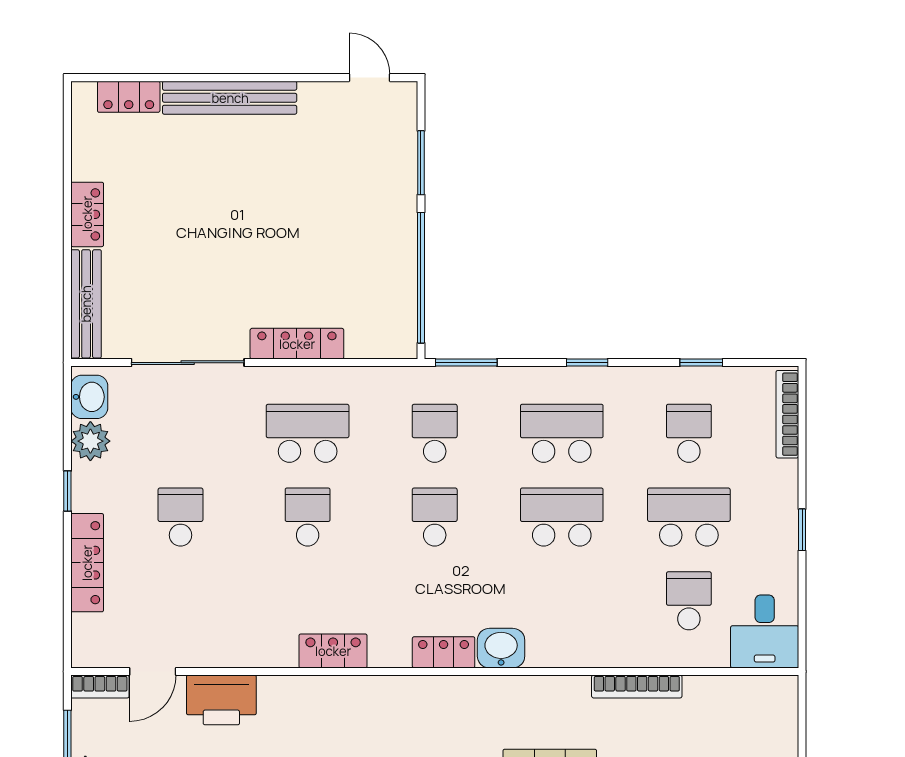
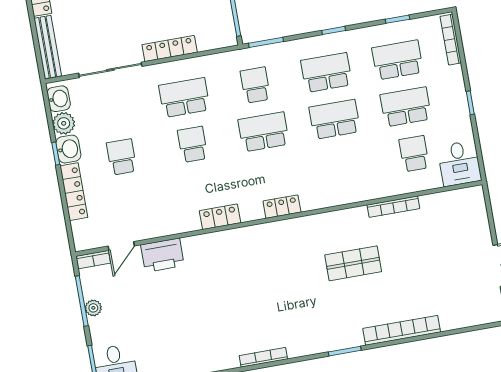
school desk: (689, 433) -> (397, 60), width x1.85
school desk: (435, 517) -> (264, 132), width x1.85
washbasin: (501, 648) -> (68, 149), moved, turned 90

